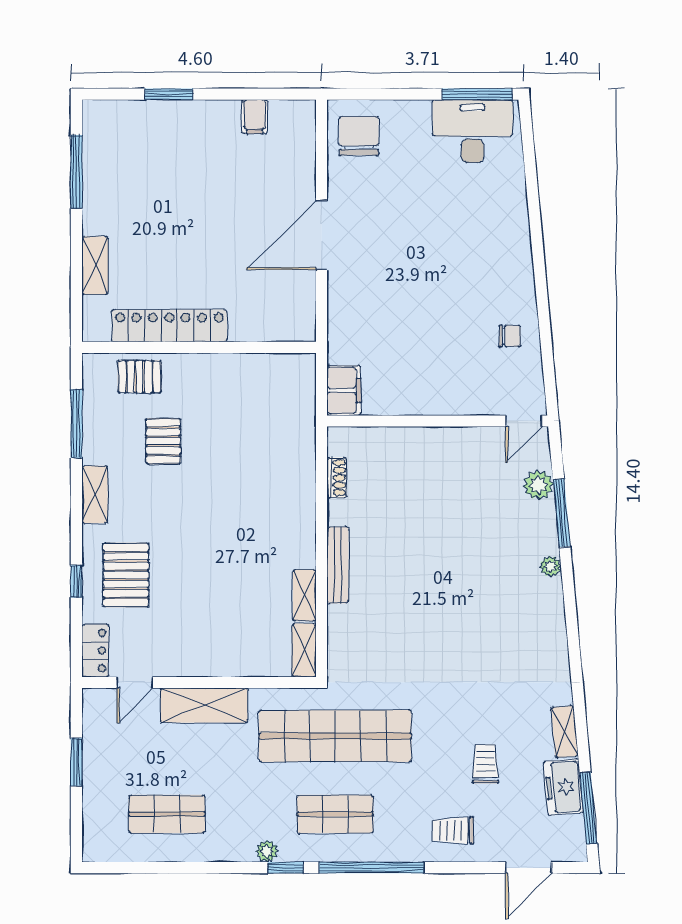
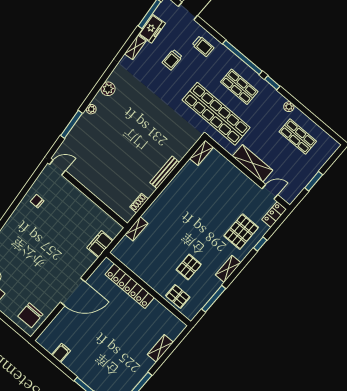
locker: (169, 326) -> (130, 286), moved
filing cabinet: (344, 390) -> (100, 244), moved
plant: (538, 485) -> (108, 89), moved
shelving: (305, 595) -> (137, 229), moved
plant: (267, 851) -> (289, 107), moved

